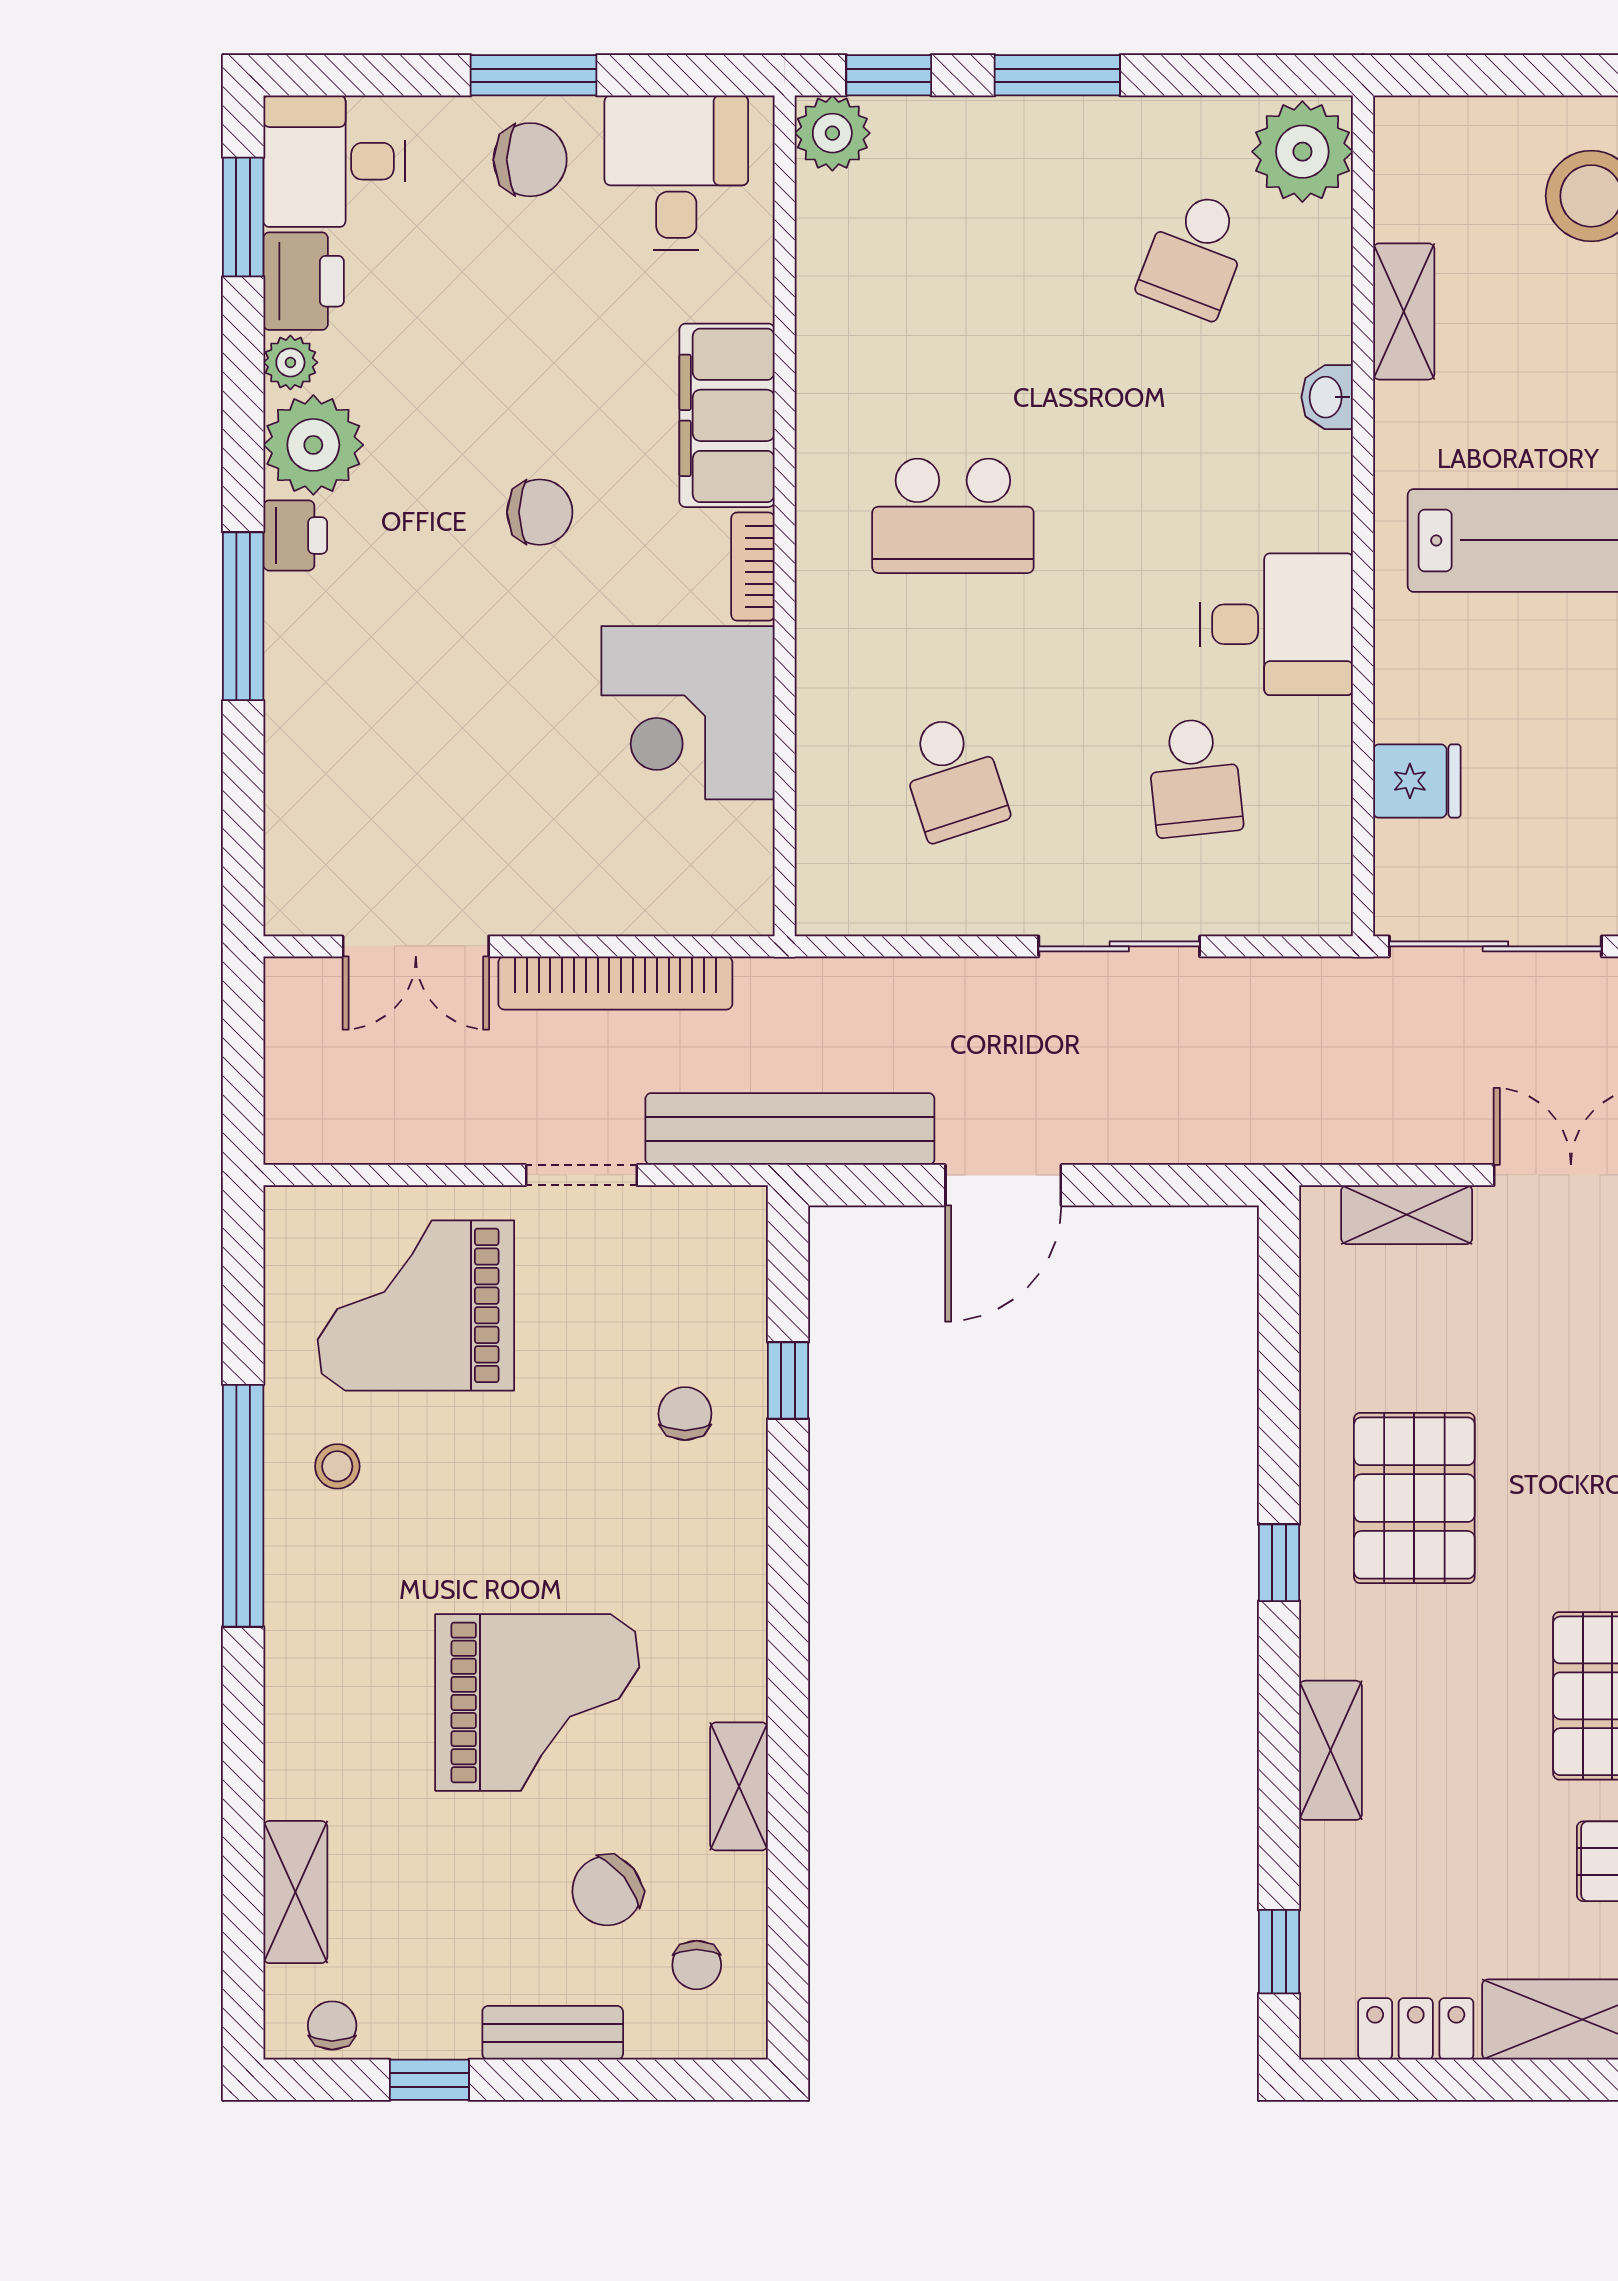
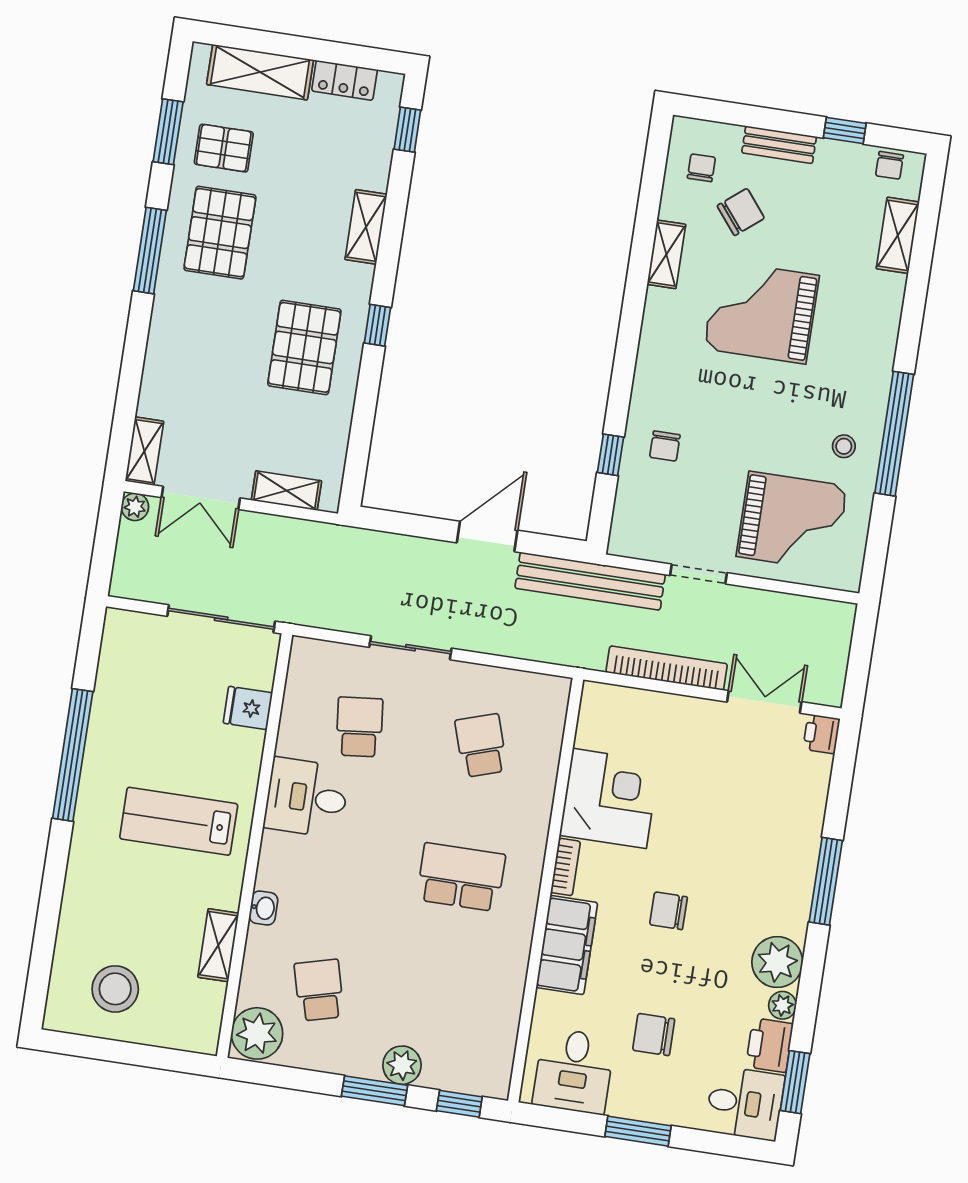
plant: (832, 133) -> (402, 1065), moved
chair: (530, 160) -> (654, 1035), moved
school desk: (1195, 254) -> (319, 990), turned -36
printer: (295, 535) -> (821, 734), moved

